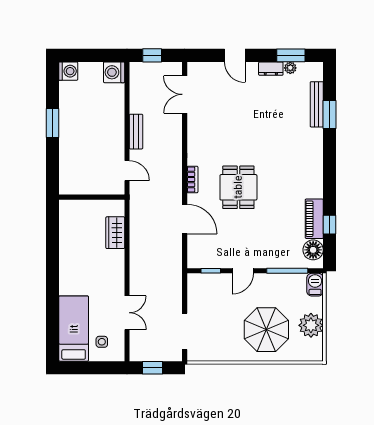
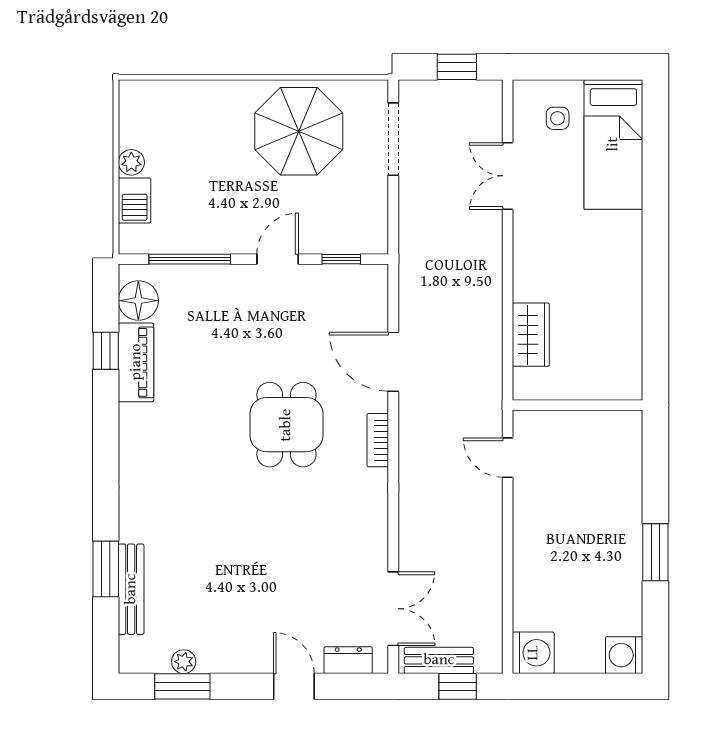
dresser: (271, 69) -> (348, 660), moved
bench: (136, 132) -> (439, 660), moved, turned 90
barbecue: (315, 285) -> (135, 200), moved
plant: (311, 325) -> (131, 162), width x0.53, depth x0.53
parasol: (266, 330) -> (299, 131), moved

